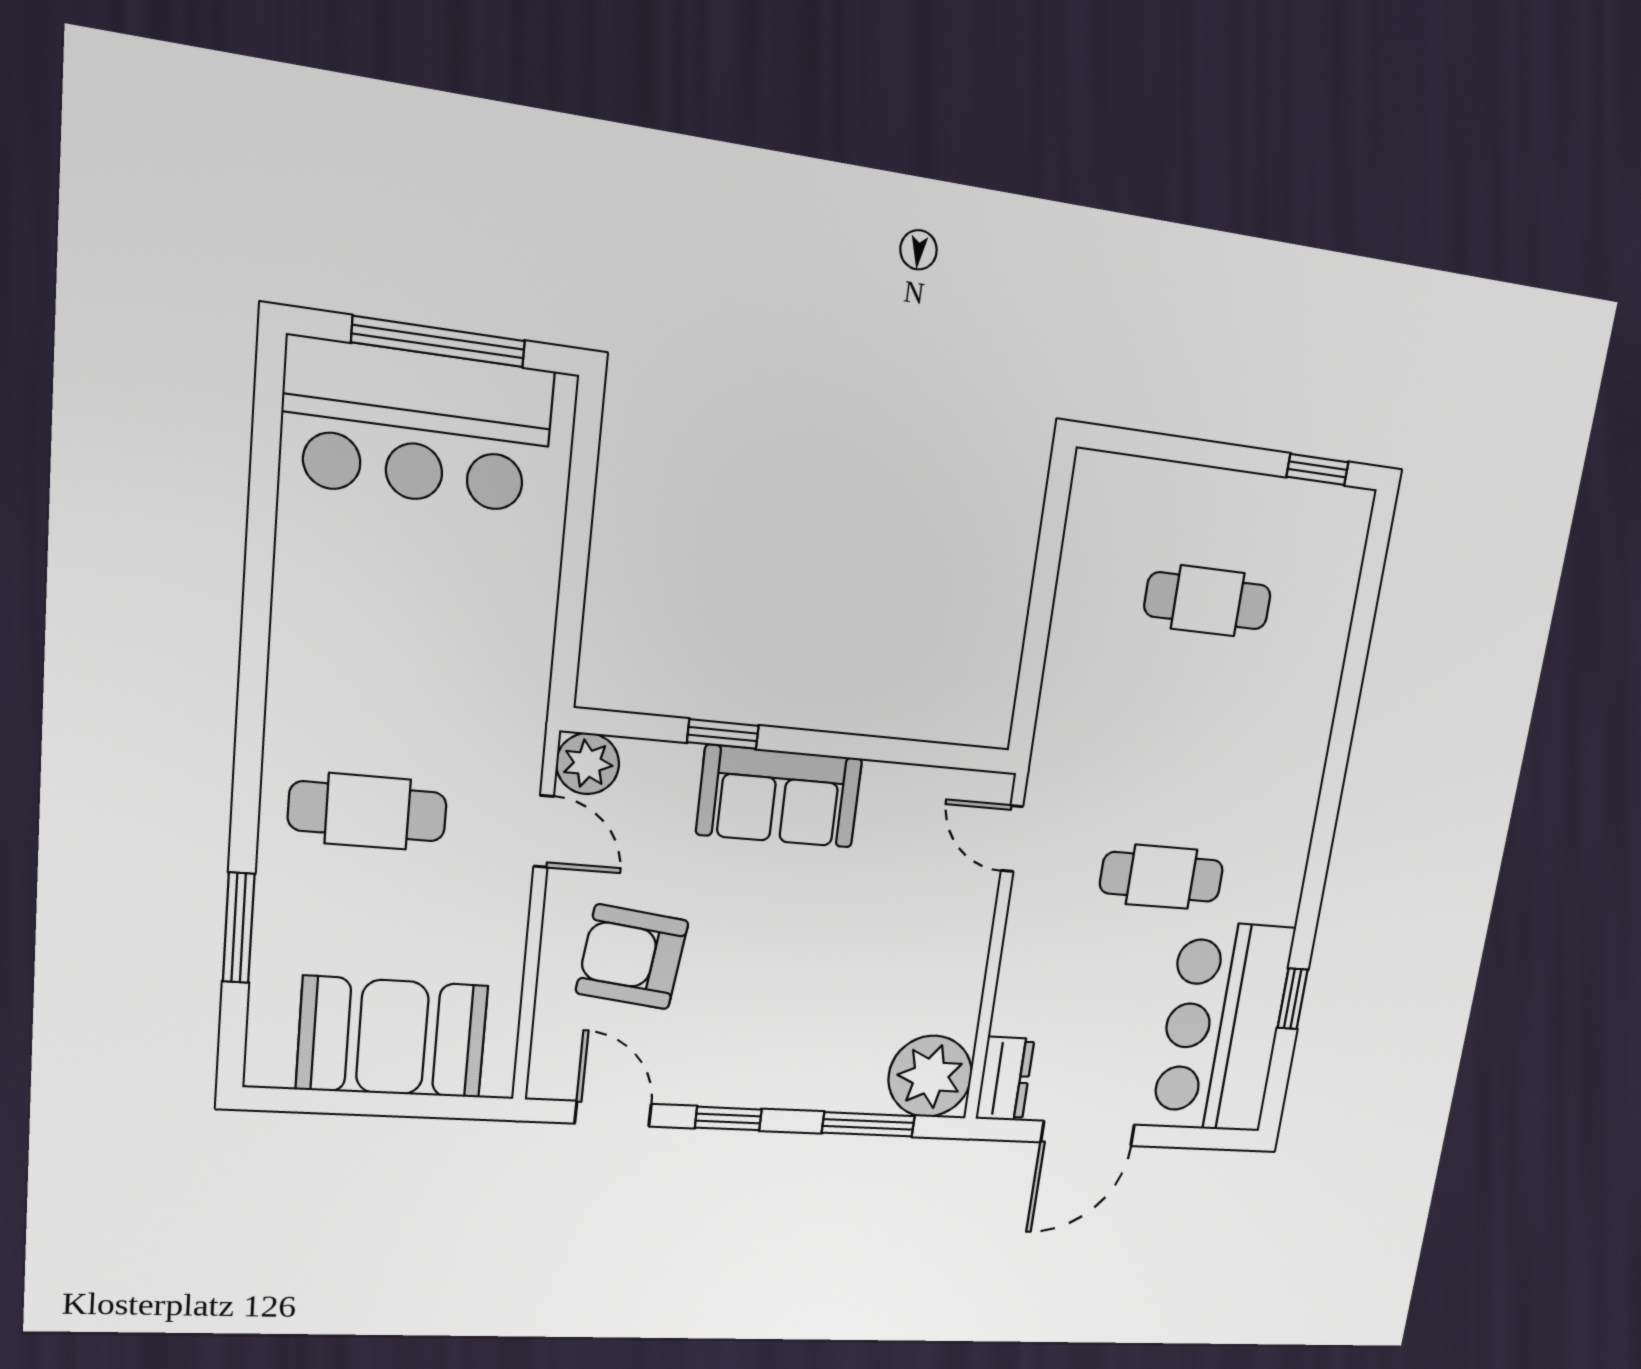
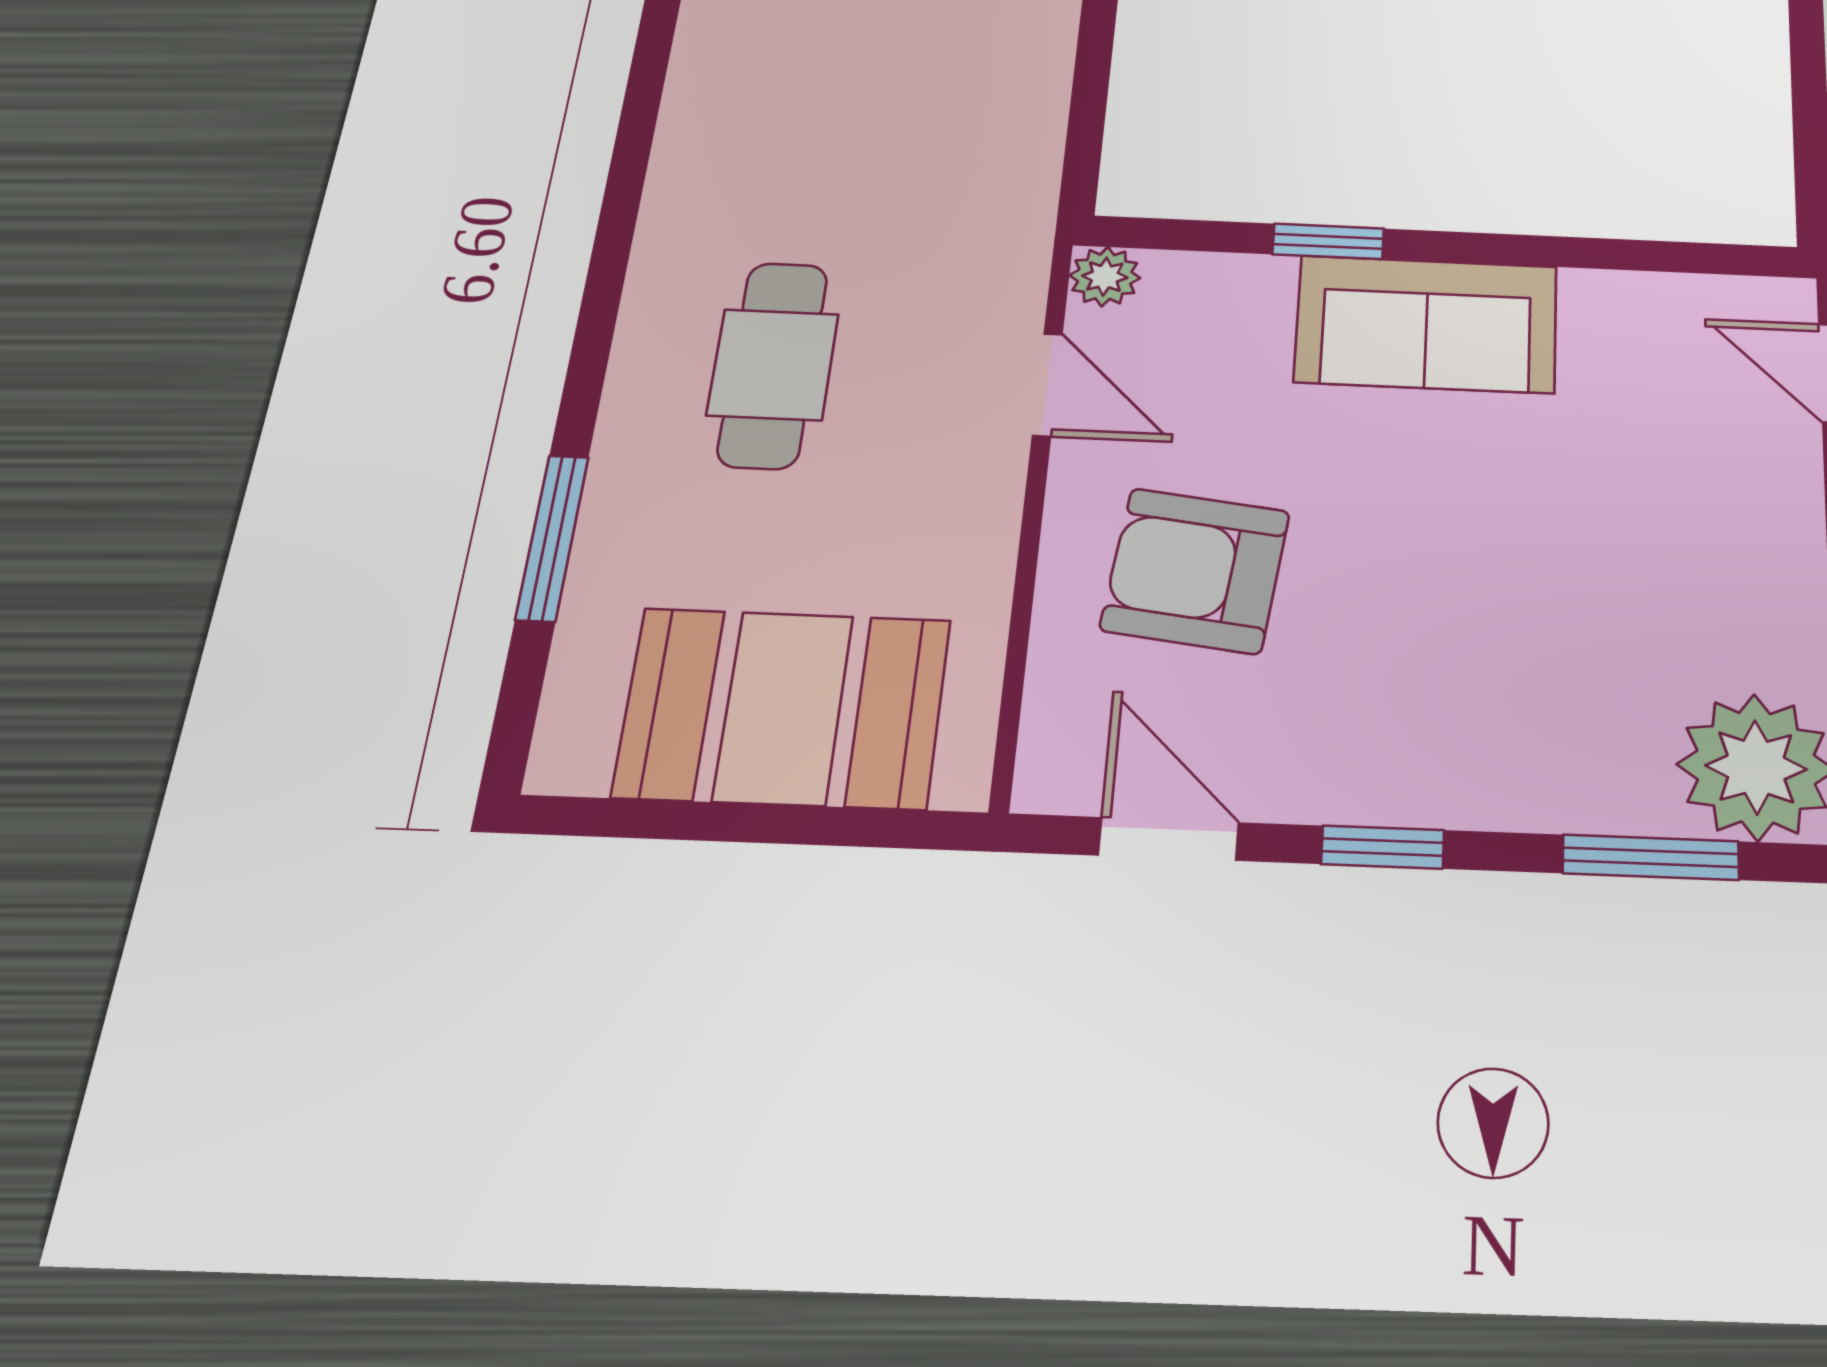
plant: (588, 764) -> (1105, 277), width x0.73, depth x0.73
cafe table: (368, 811) -> (773, 365), turned 90

